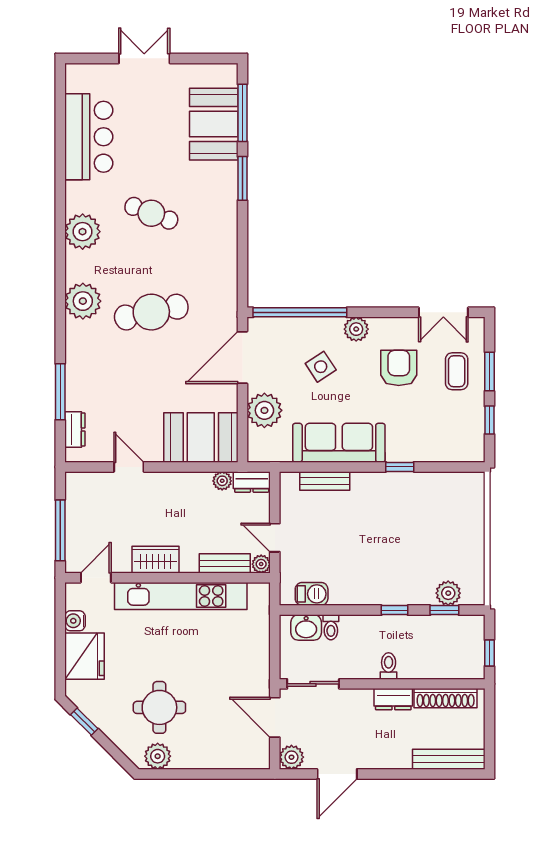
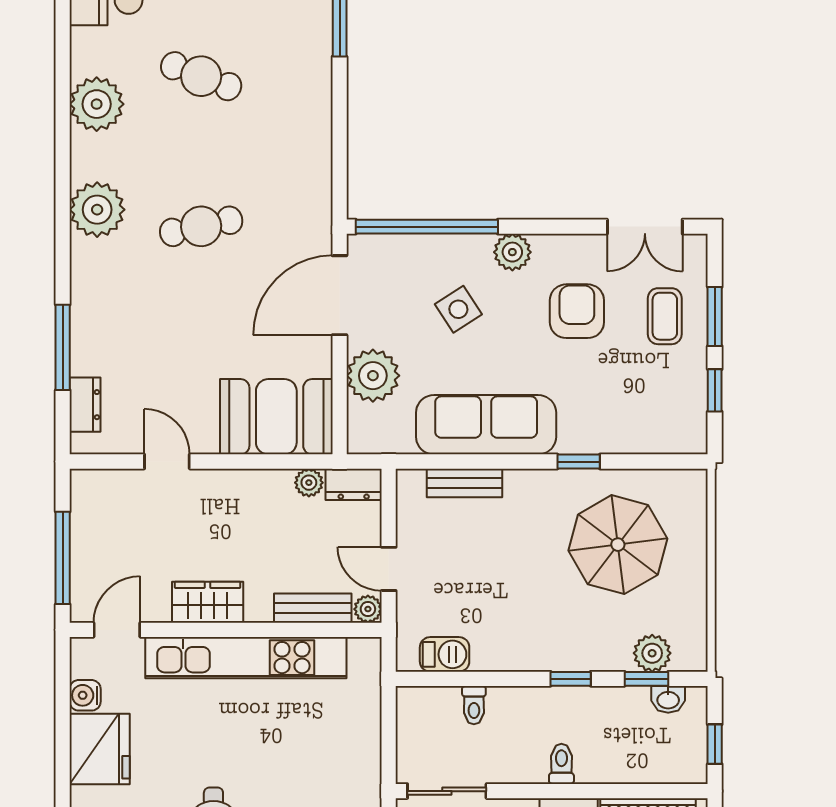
cafe table: (151, 312) -> (201, 226), width x0.73, depth x0.74
parasol: (426, 522) -> (618, 545), added
washbasin: (306, 627) -> (668, 699), moved, width x0.72, depth x0.69

